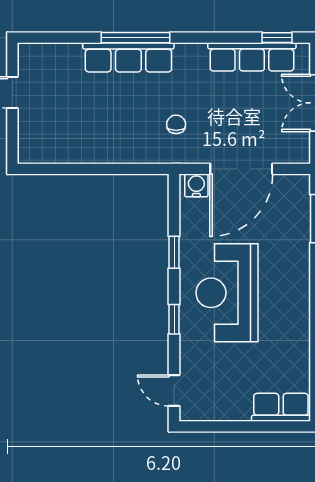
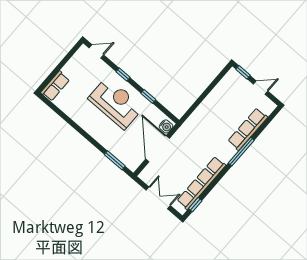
row of seats: (128, 57) -> (248, 129), moved
row of seats: (252, 57) -> (201, 183), width x1.36
chair: (176, 124) -> (195, 139), removed
window: (12, 140) -> (243, 72), added

